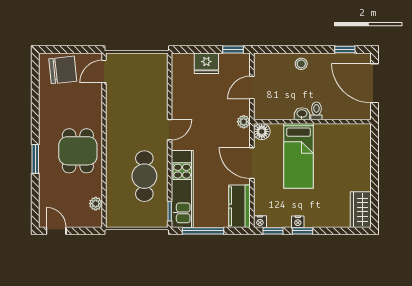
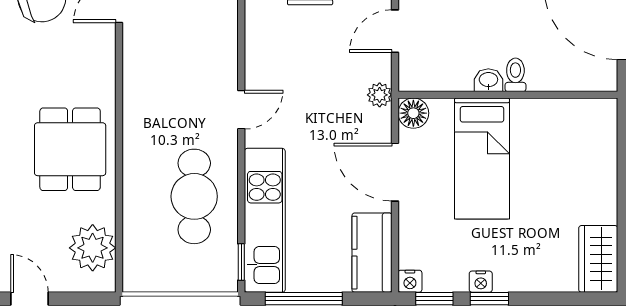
plant: (96, 204) -> (93, 248), width x1.87, depth x1.87

